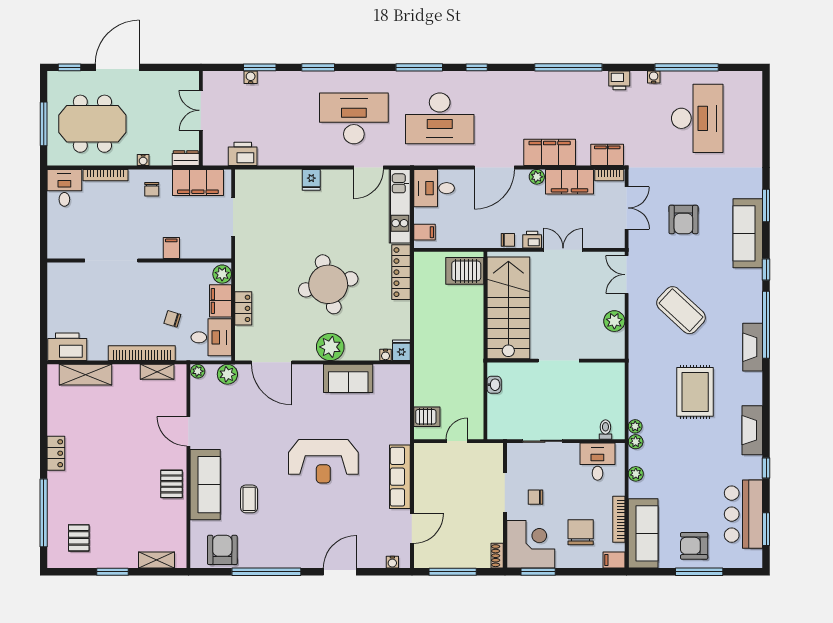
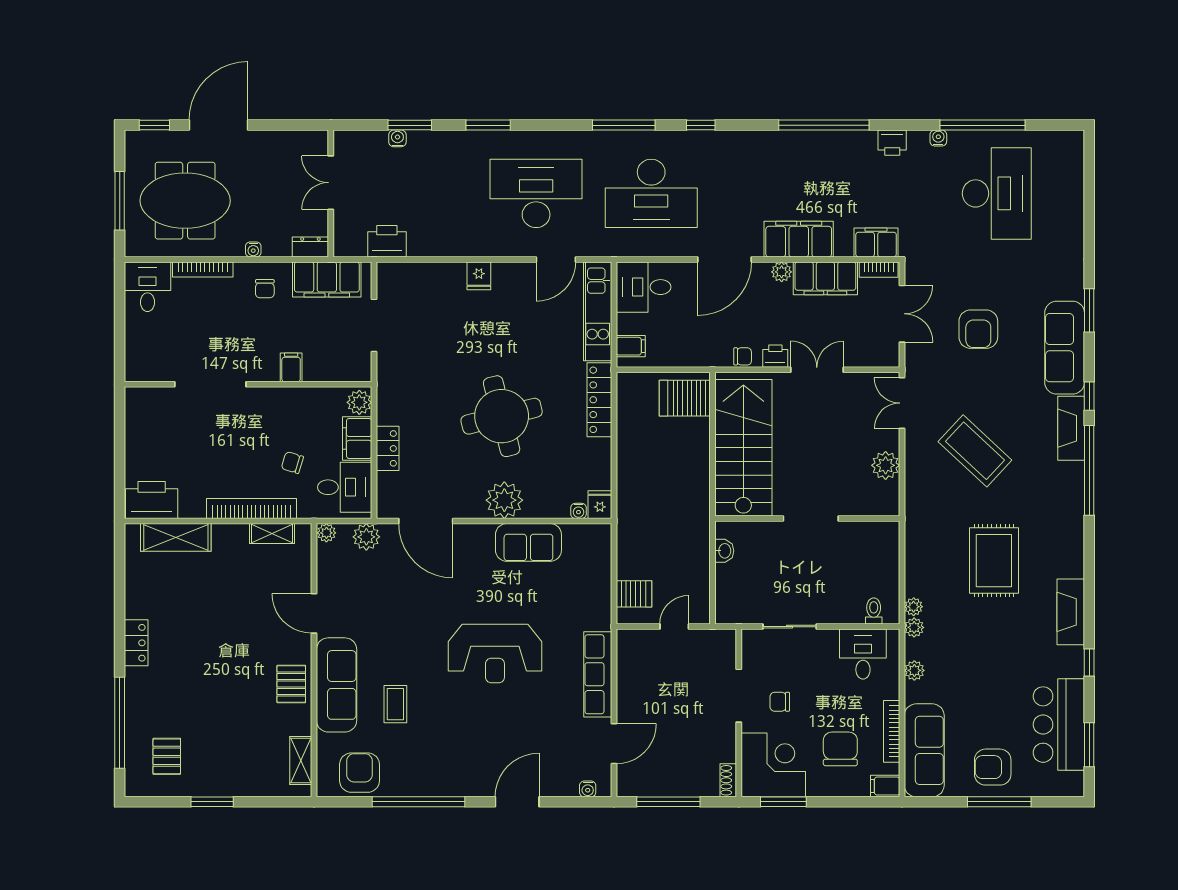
fireplace: (753, 347) -> (1071, 428), moved
shelving: (156, 560) -> (301, 760), moved, turned 90

